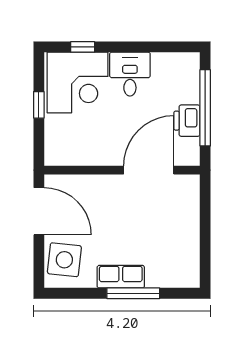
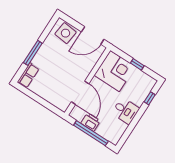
corner desk: (78, 83) -> (115, 71), moved, turned 180
row of seats: (121, 277) -> (28, 75), moved

